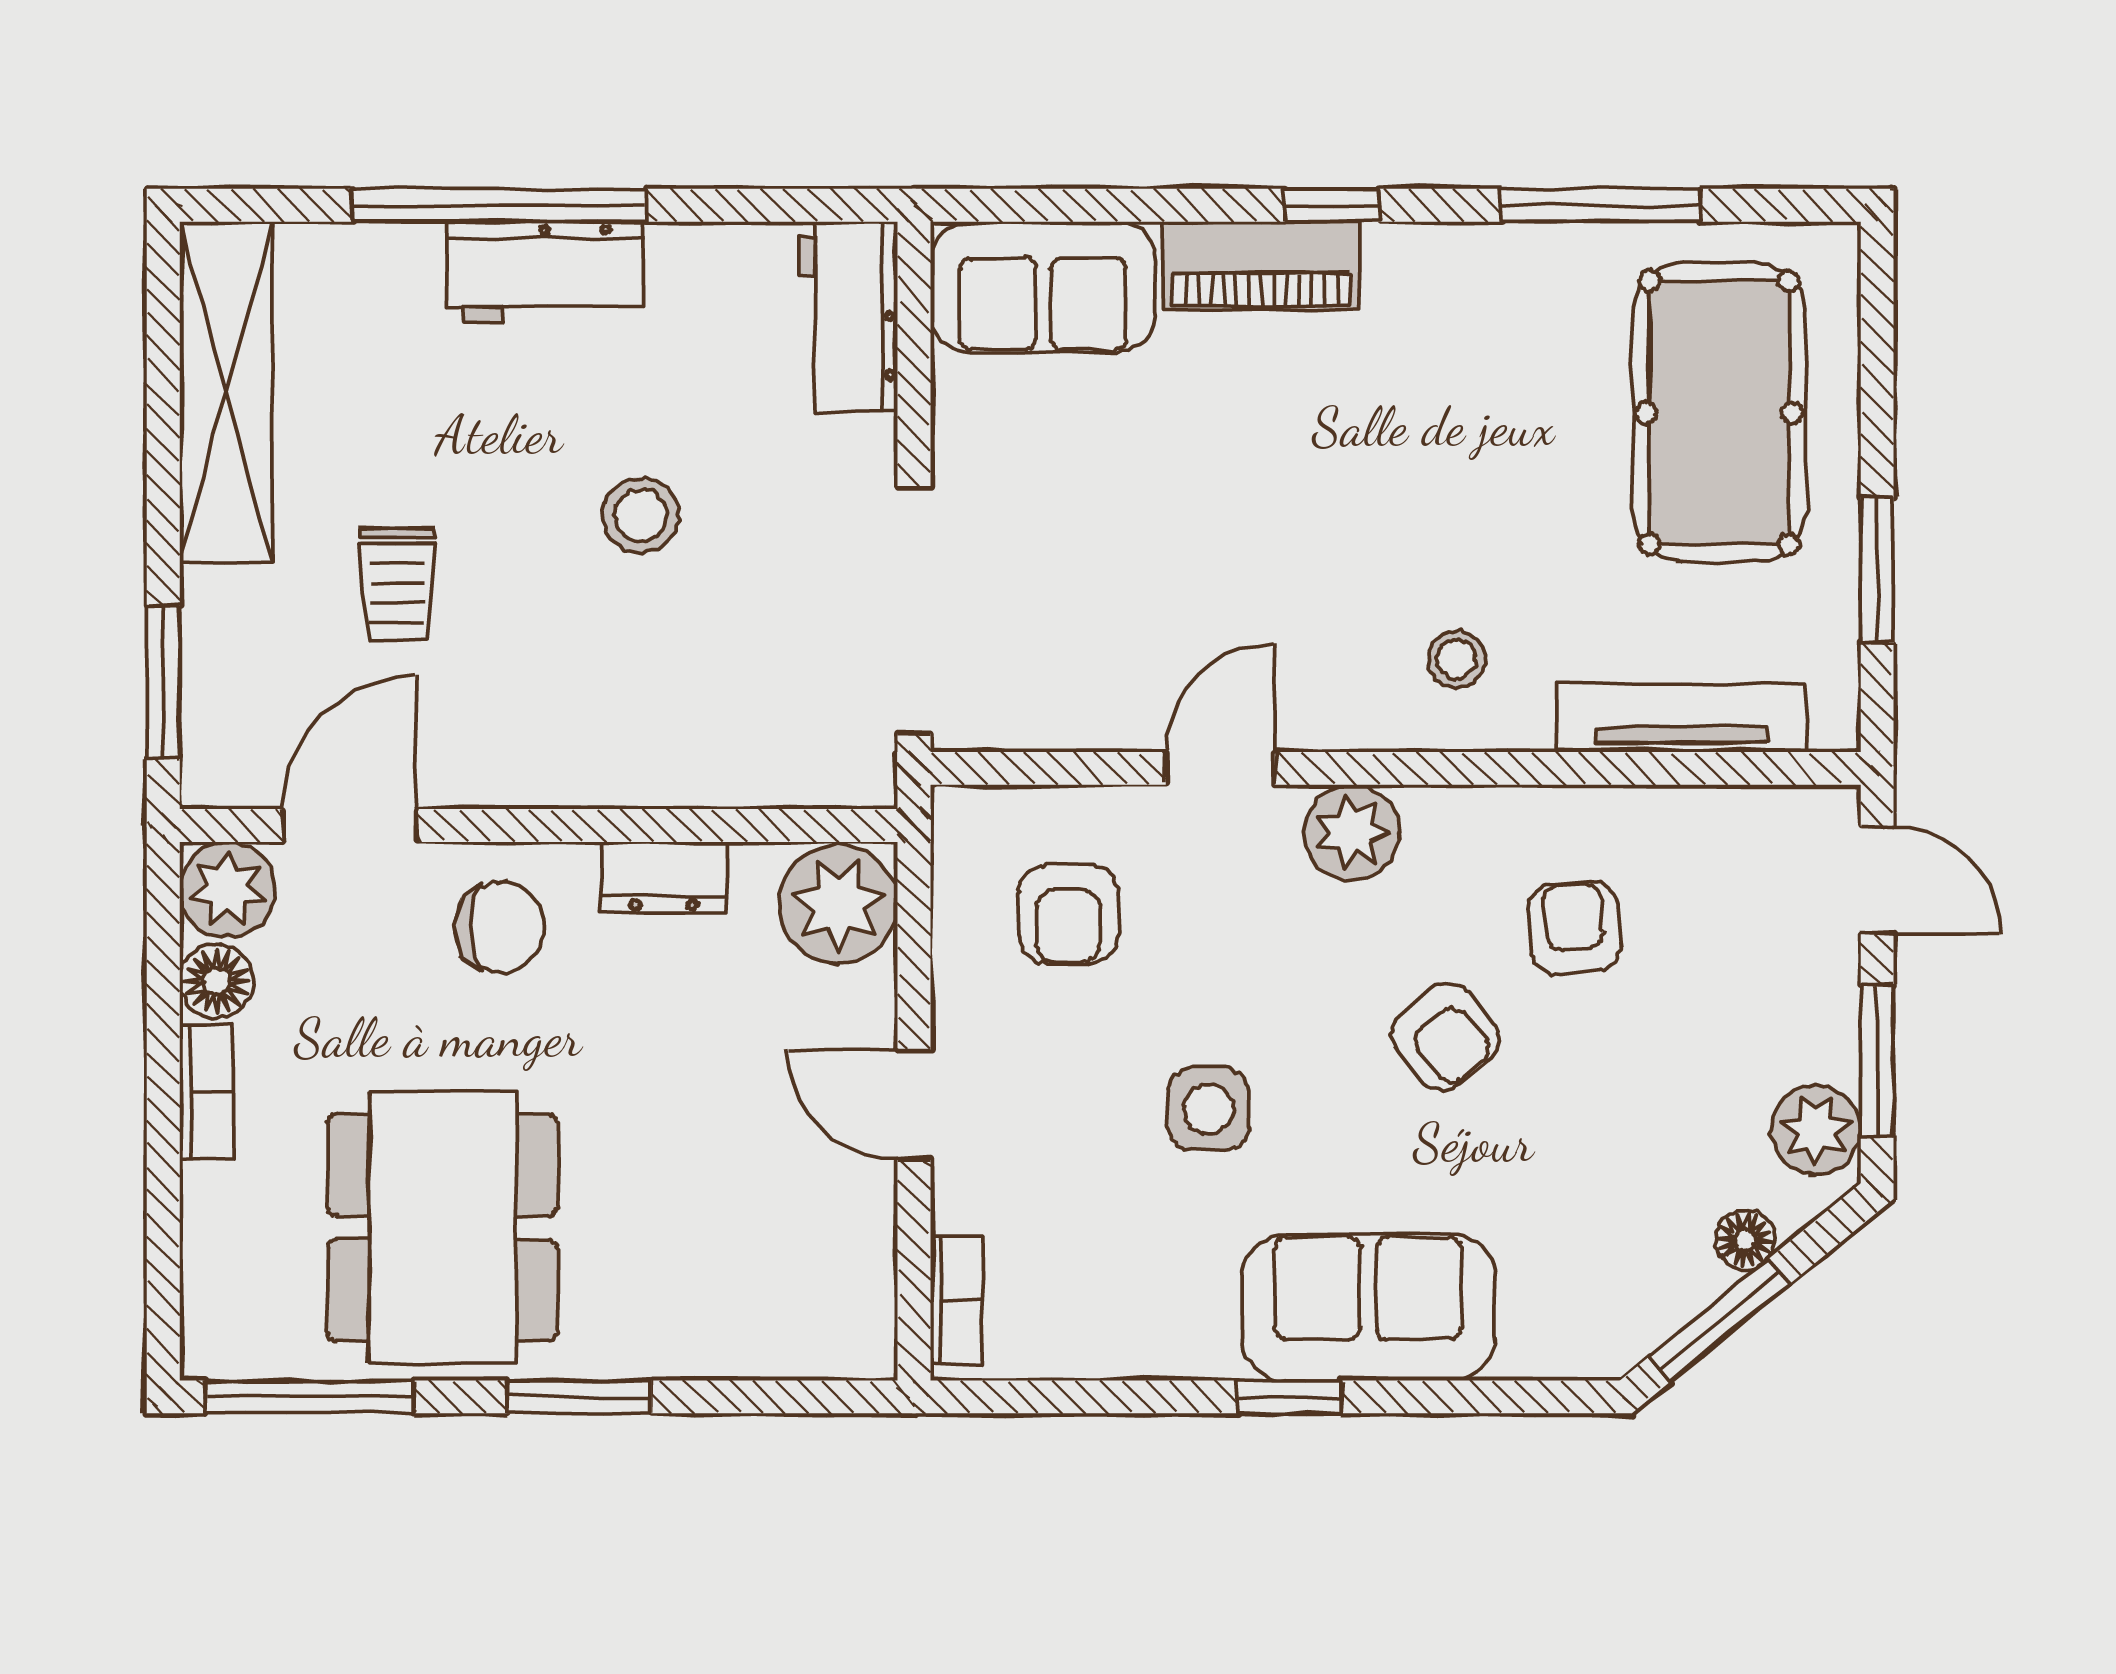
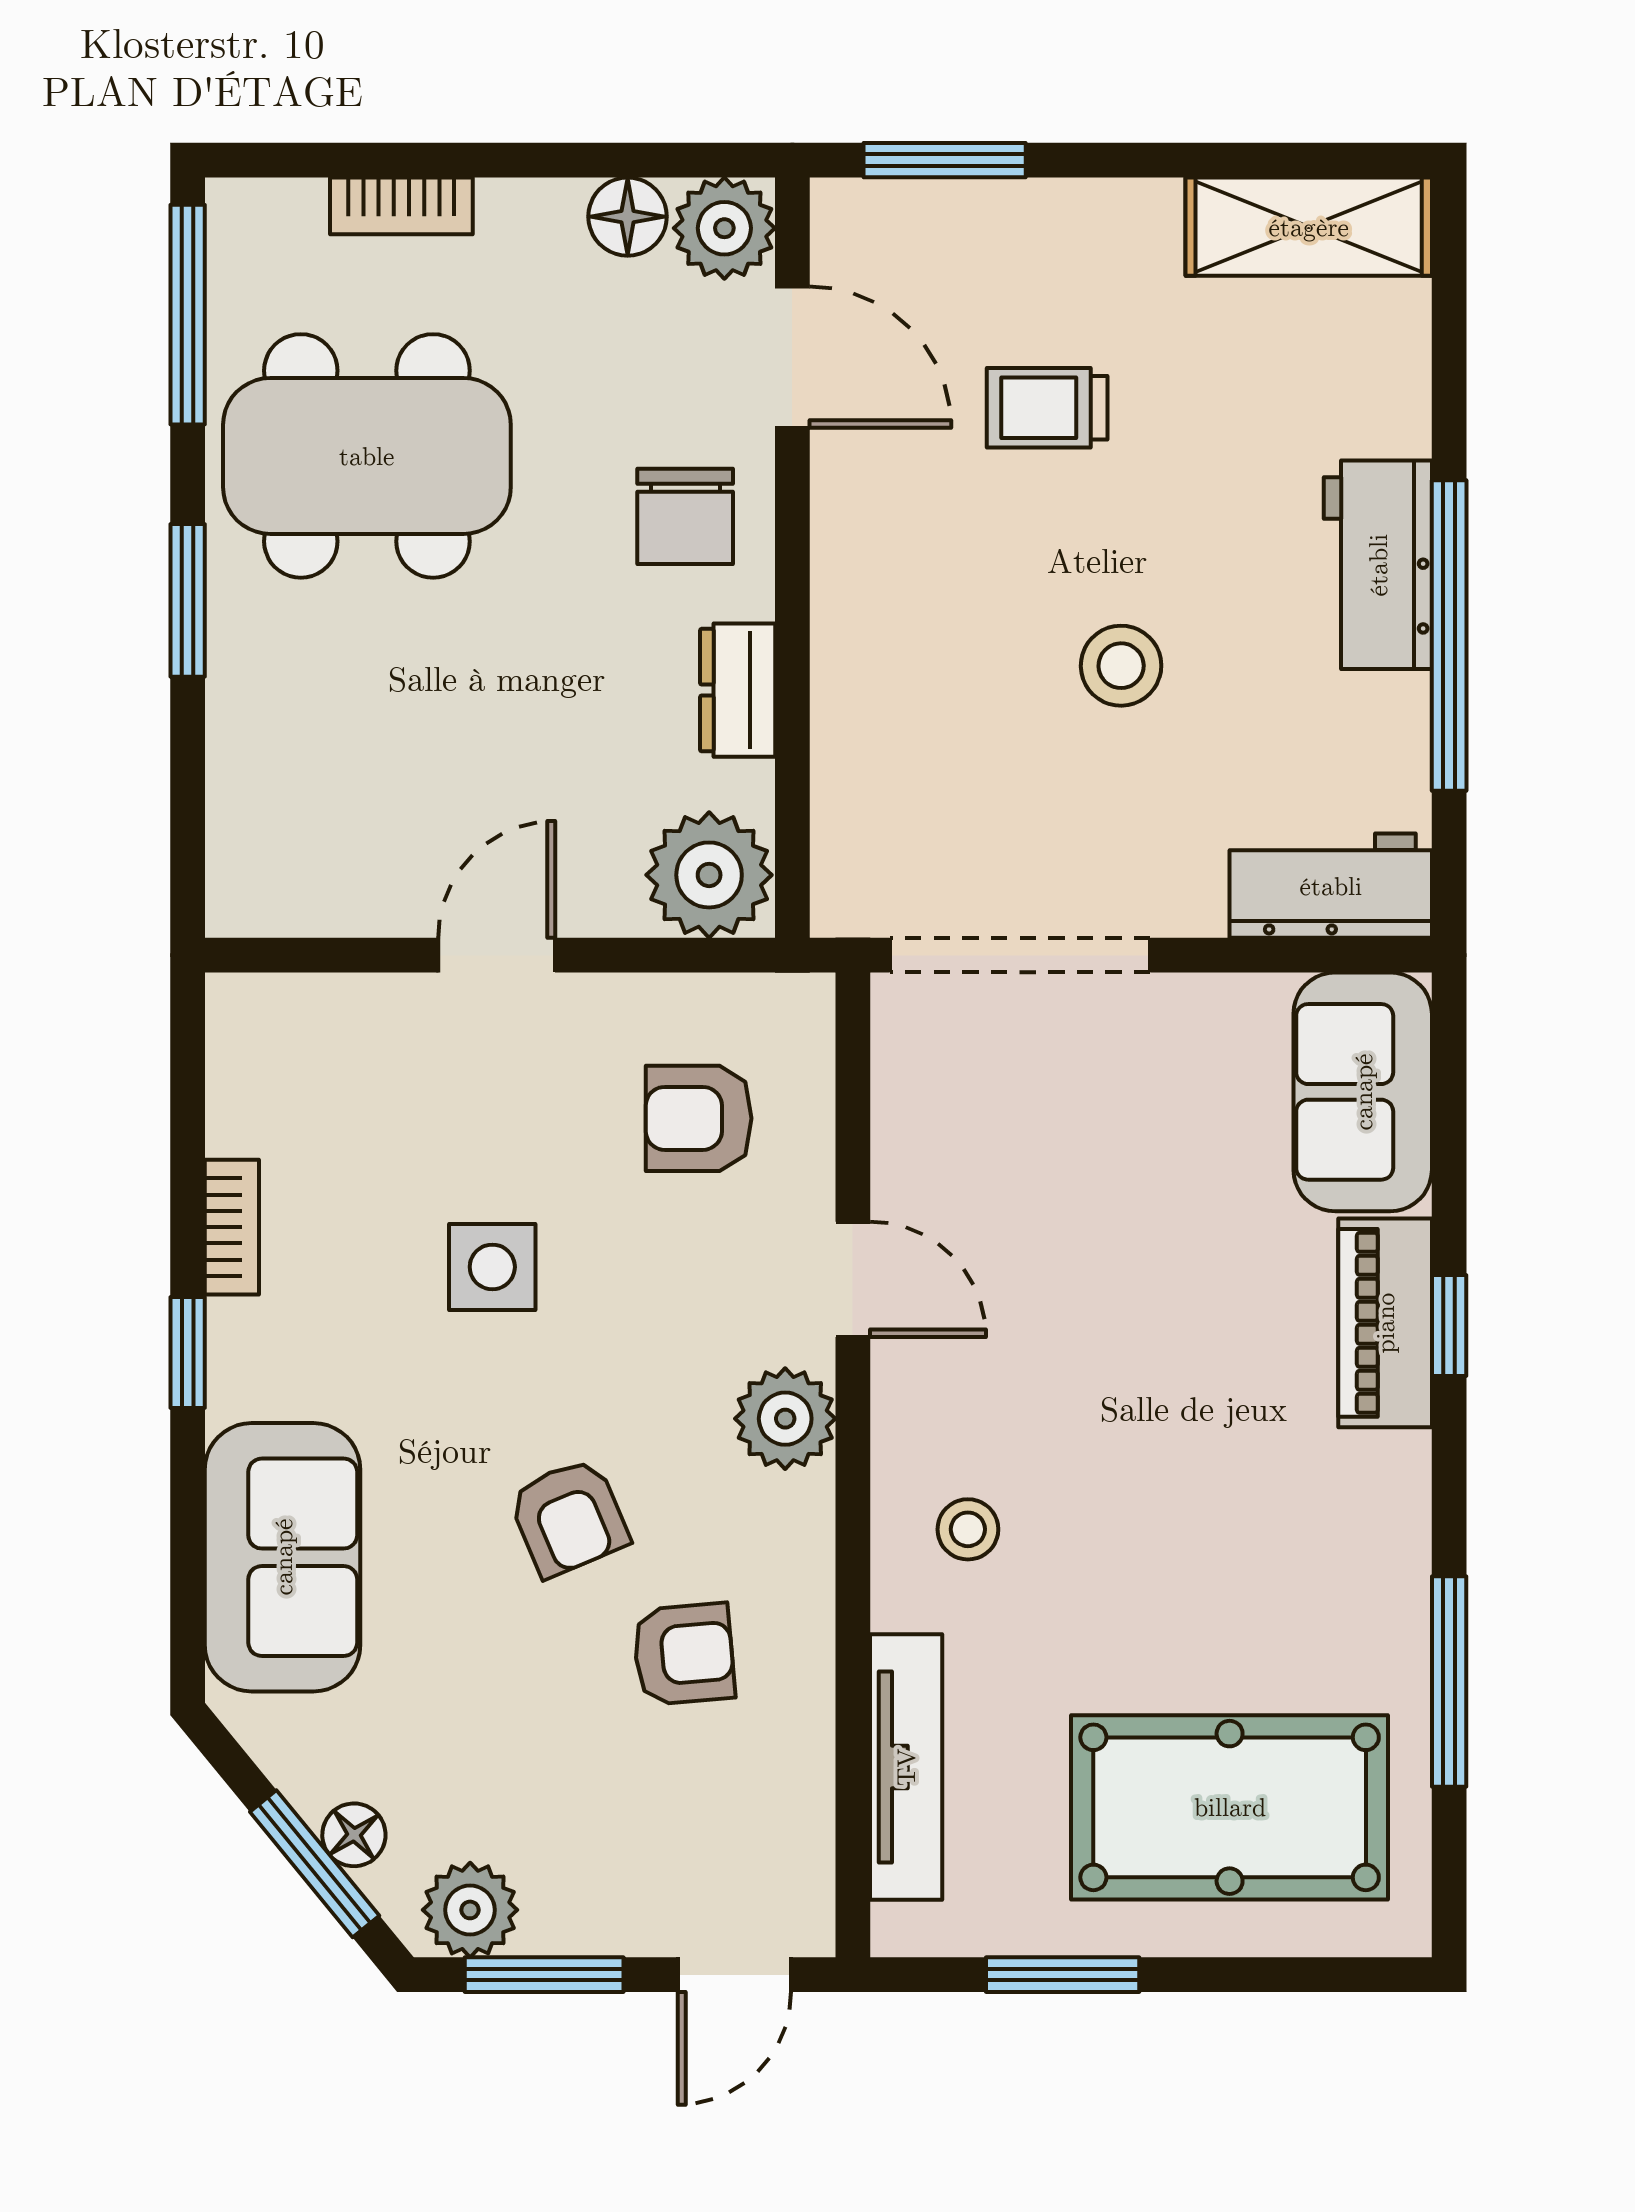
window: (499, 205) -> (1449, 636), moved
window: (1332, 205) -> (1449, 1326), moved
shelving: (226, 392) -> (1309, 227), width x0.68
armchair: (1445, 1037) -> (569, 1517), turned -74
bookcase: (206, 1092) -> (401, 206), moved
bookcase: (956, 1300) -> (232, 1227), moved, turned -90
sofa: (1368, 1307) -> (283, 1557), moved
window: (1719, 1321) -> (315, 1864), moved

